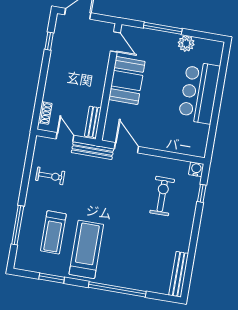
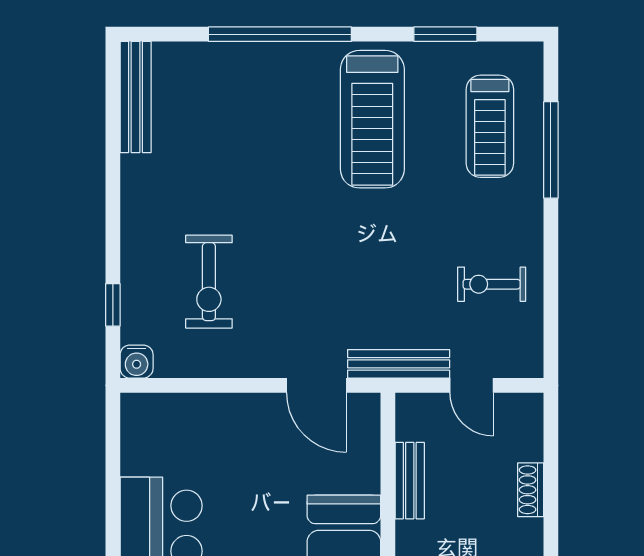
shoe rack: (45, 113) -> (531, 490), moved
bench: (93, 122) -> (410, 481), moved
treadmill: (53, 232) -> (490, 126), moved, turned 180

